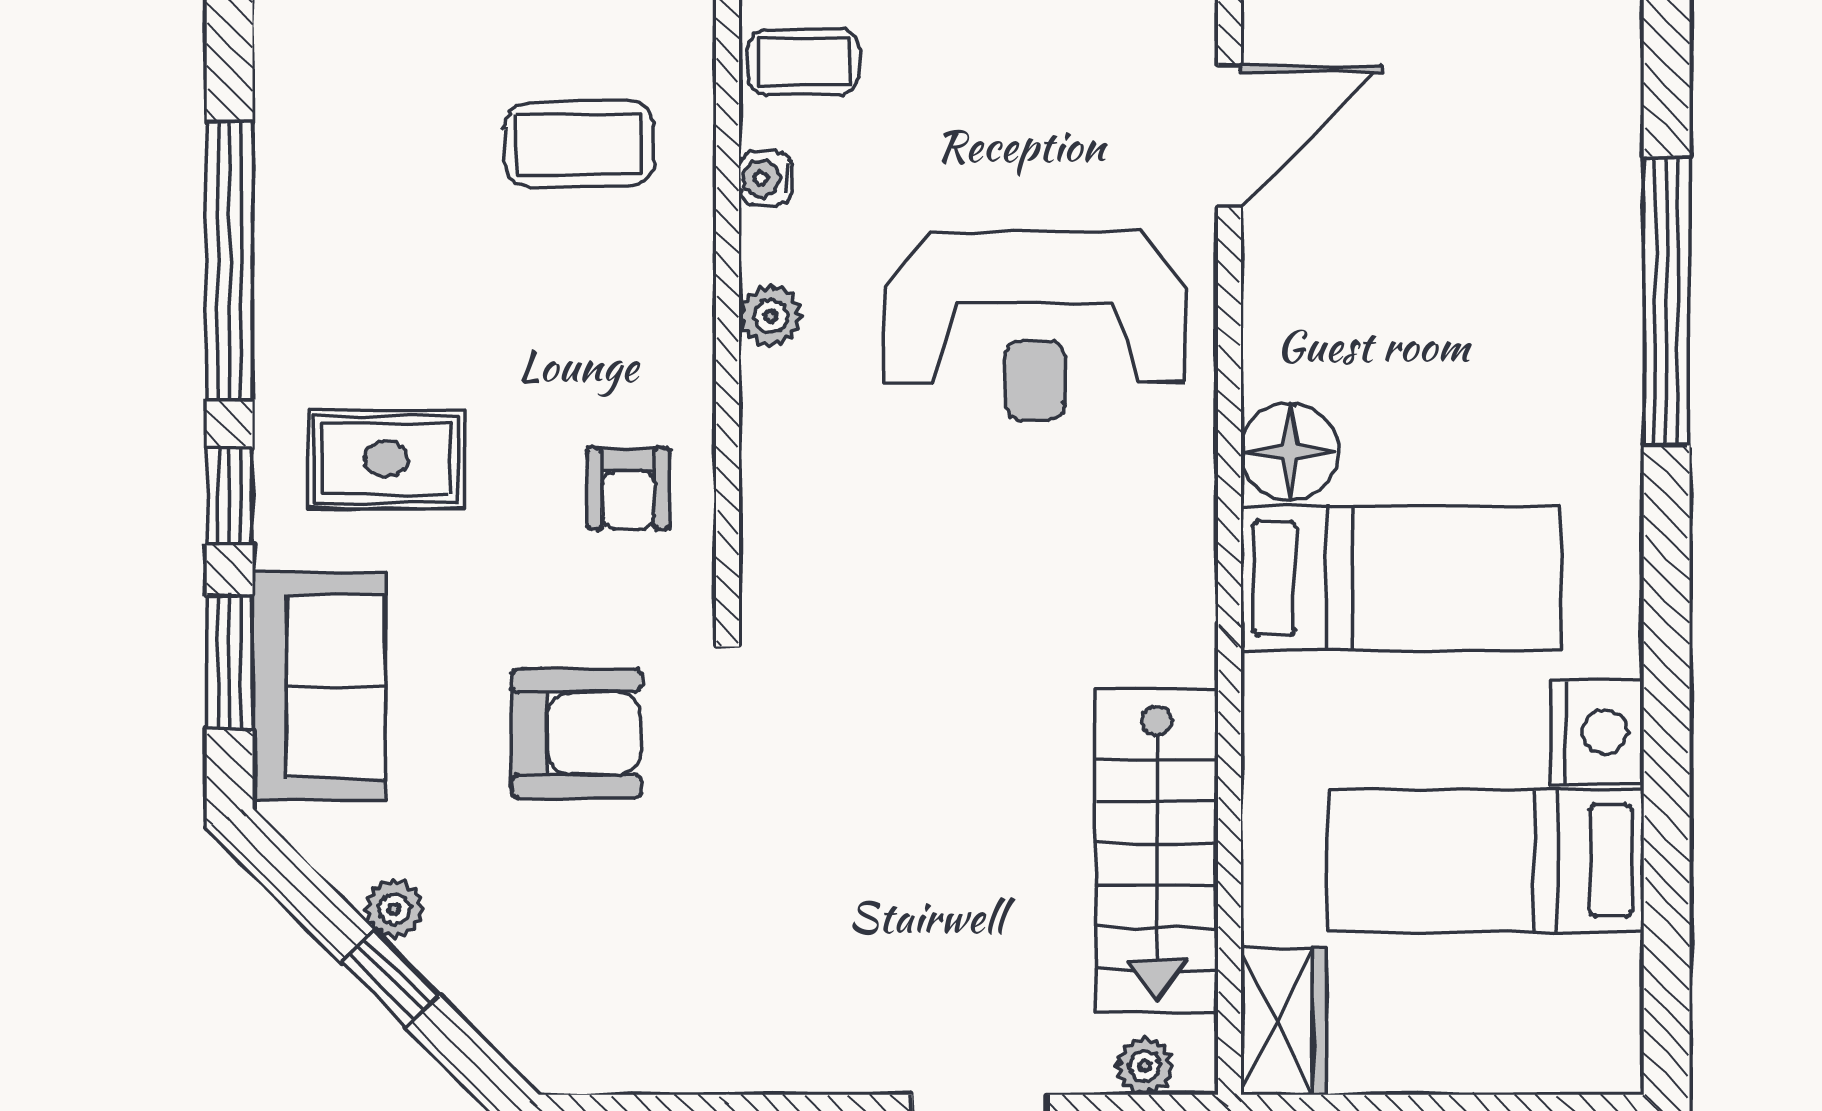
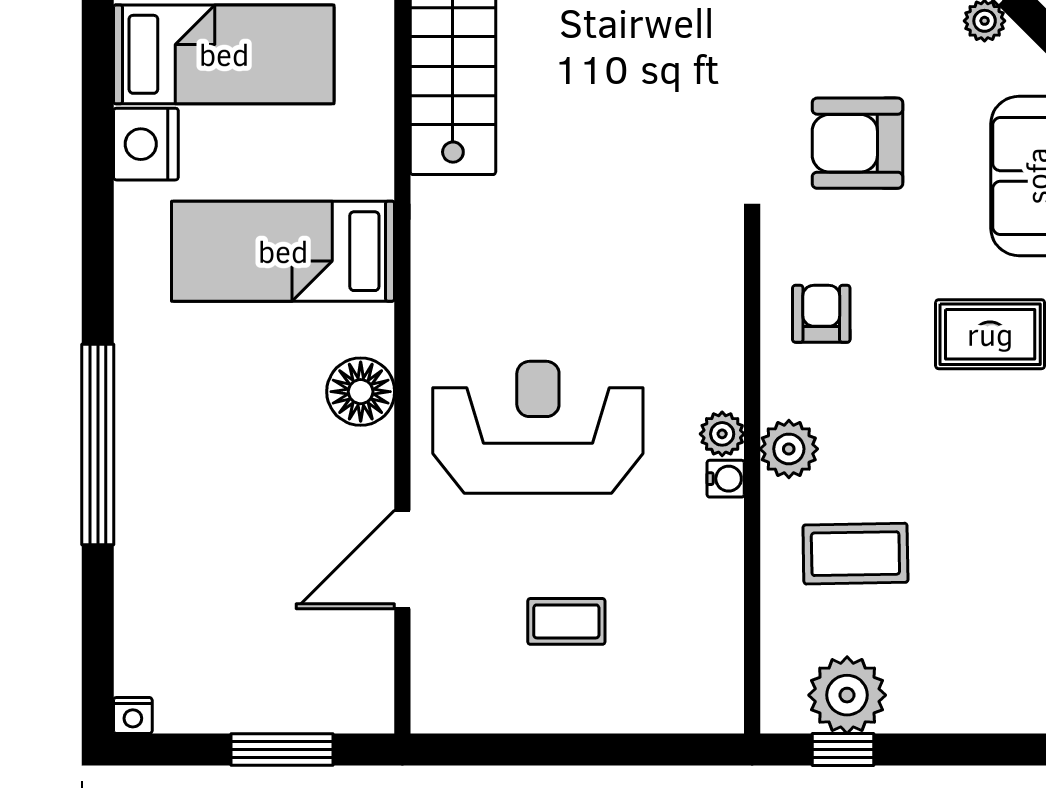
coffee table: (803, 62) -> (566, 621), moved
water cooler: (766, 178) -> (726, 479), moved
plant: (675, 294) -> (789, 449), added
floor lamp: (1289, 452) -> (361, 392), moved

